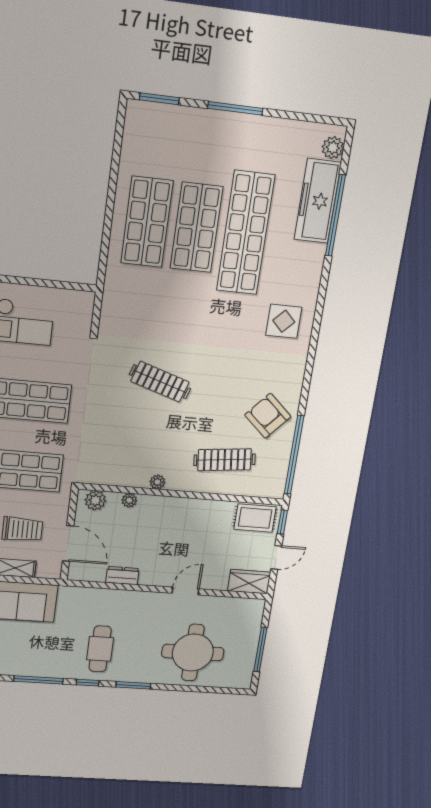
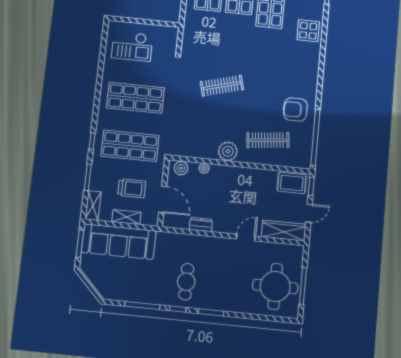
display table: (284, 321) -> (308, 31), moved
clothes rail: (160, 382) -> (222, 86), turned -33
armchair: (268, 416) -> (295, 110), turned -42
plant: (157, 482) -> (228, 151), width x1.88, depth x1.88
wardrobe: (249, 582) -> (284, 231), width x1.50
round table: (193, 653) -> (275, 286), moved

